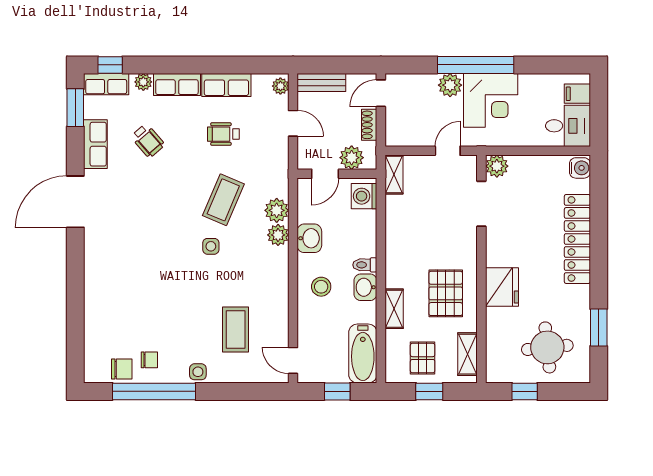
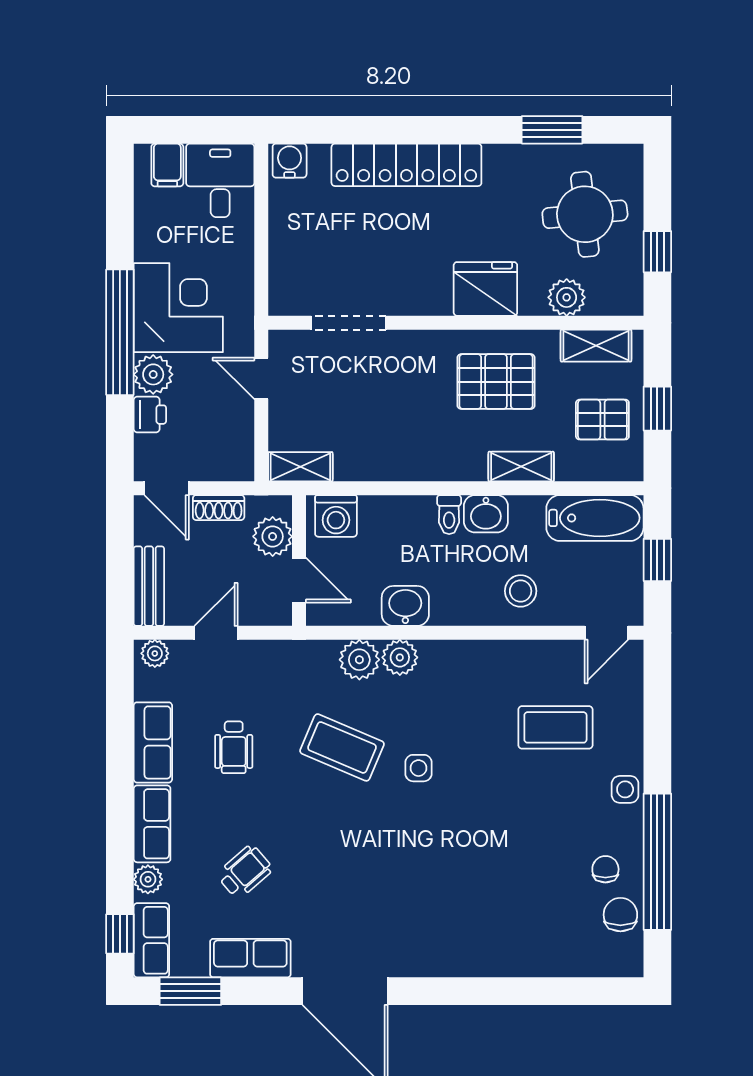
printer: (426, 83) -> (150, 415), added
plant: (497, 166) -> (567, 297), moved
stool: (321, 287) -> (521, 591), moved

